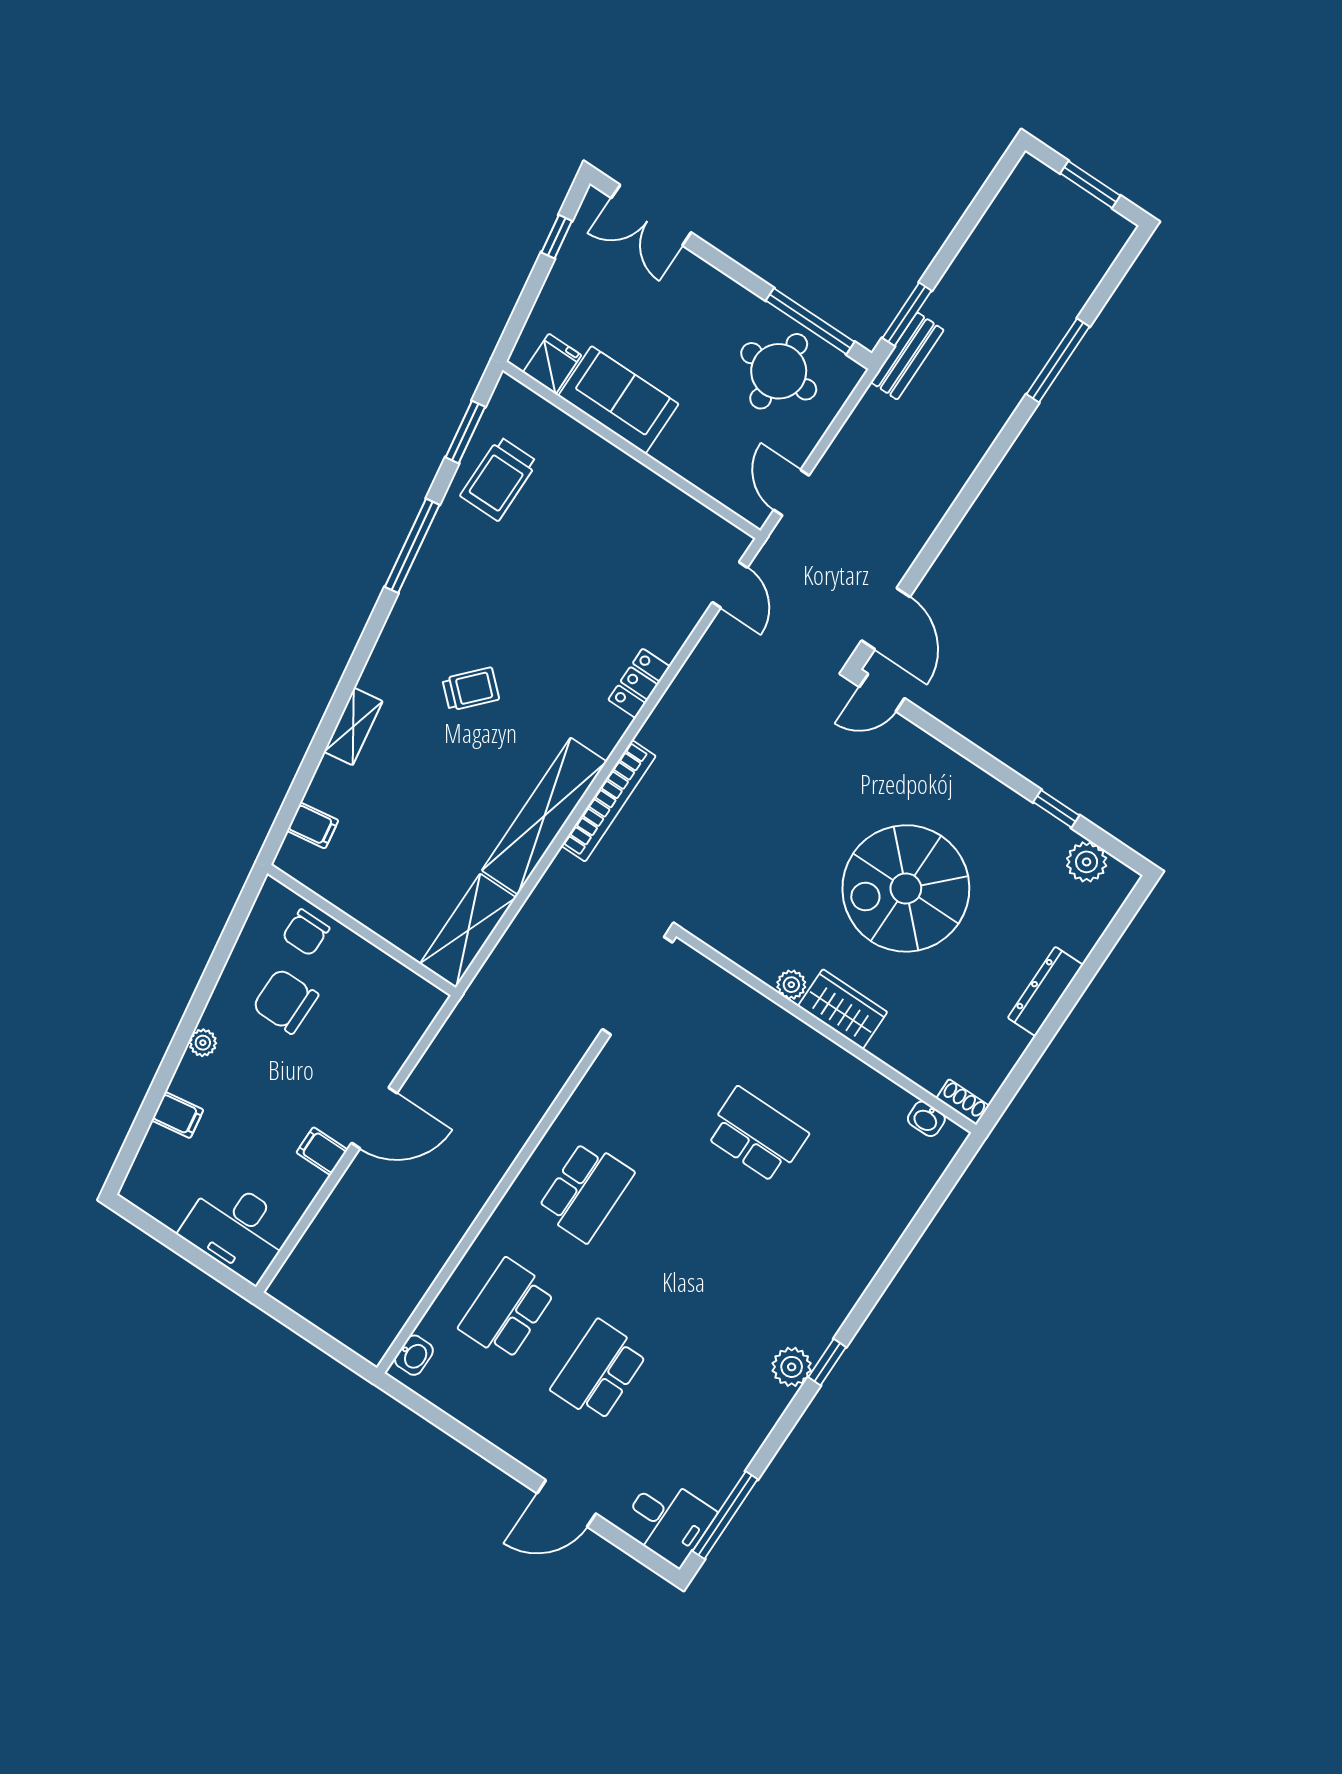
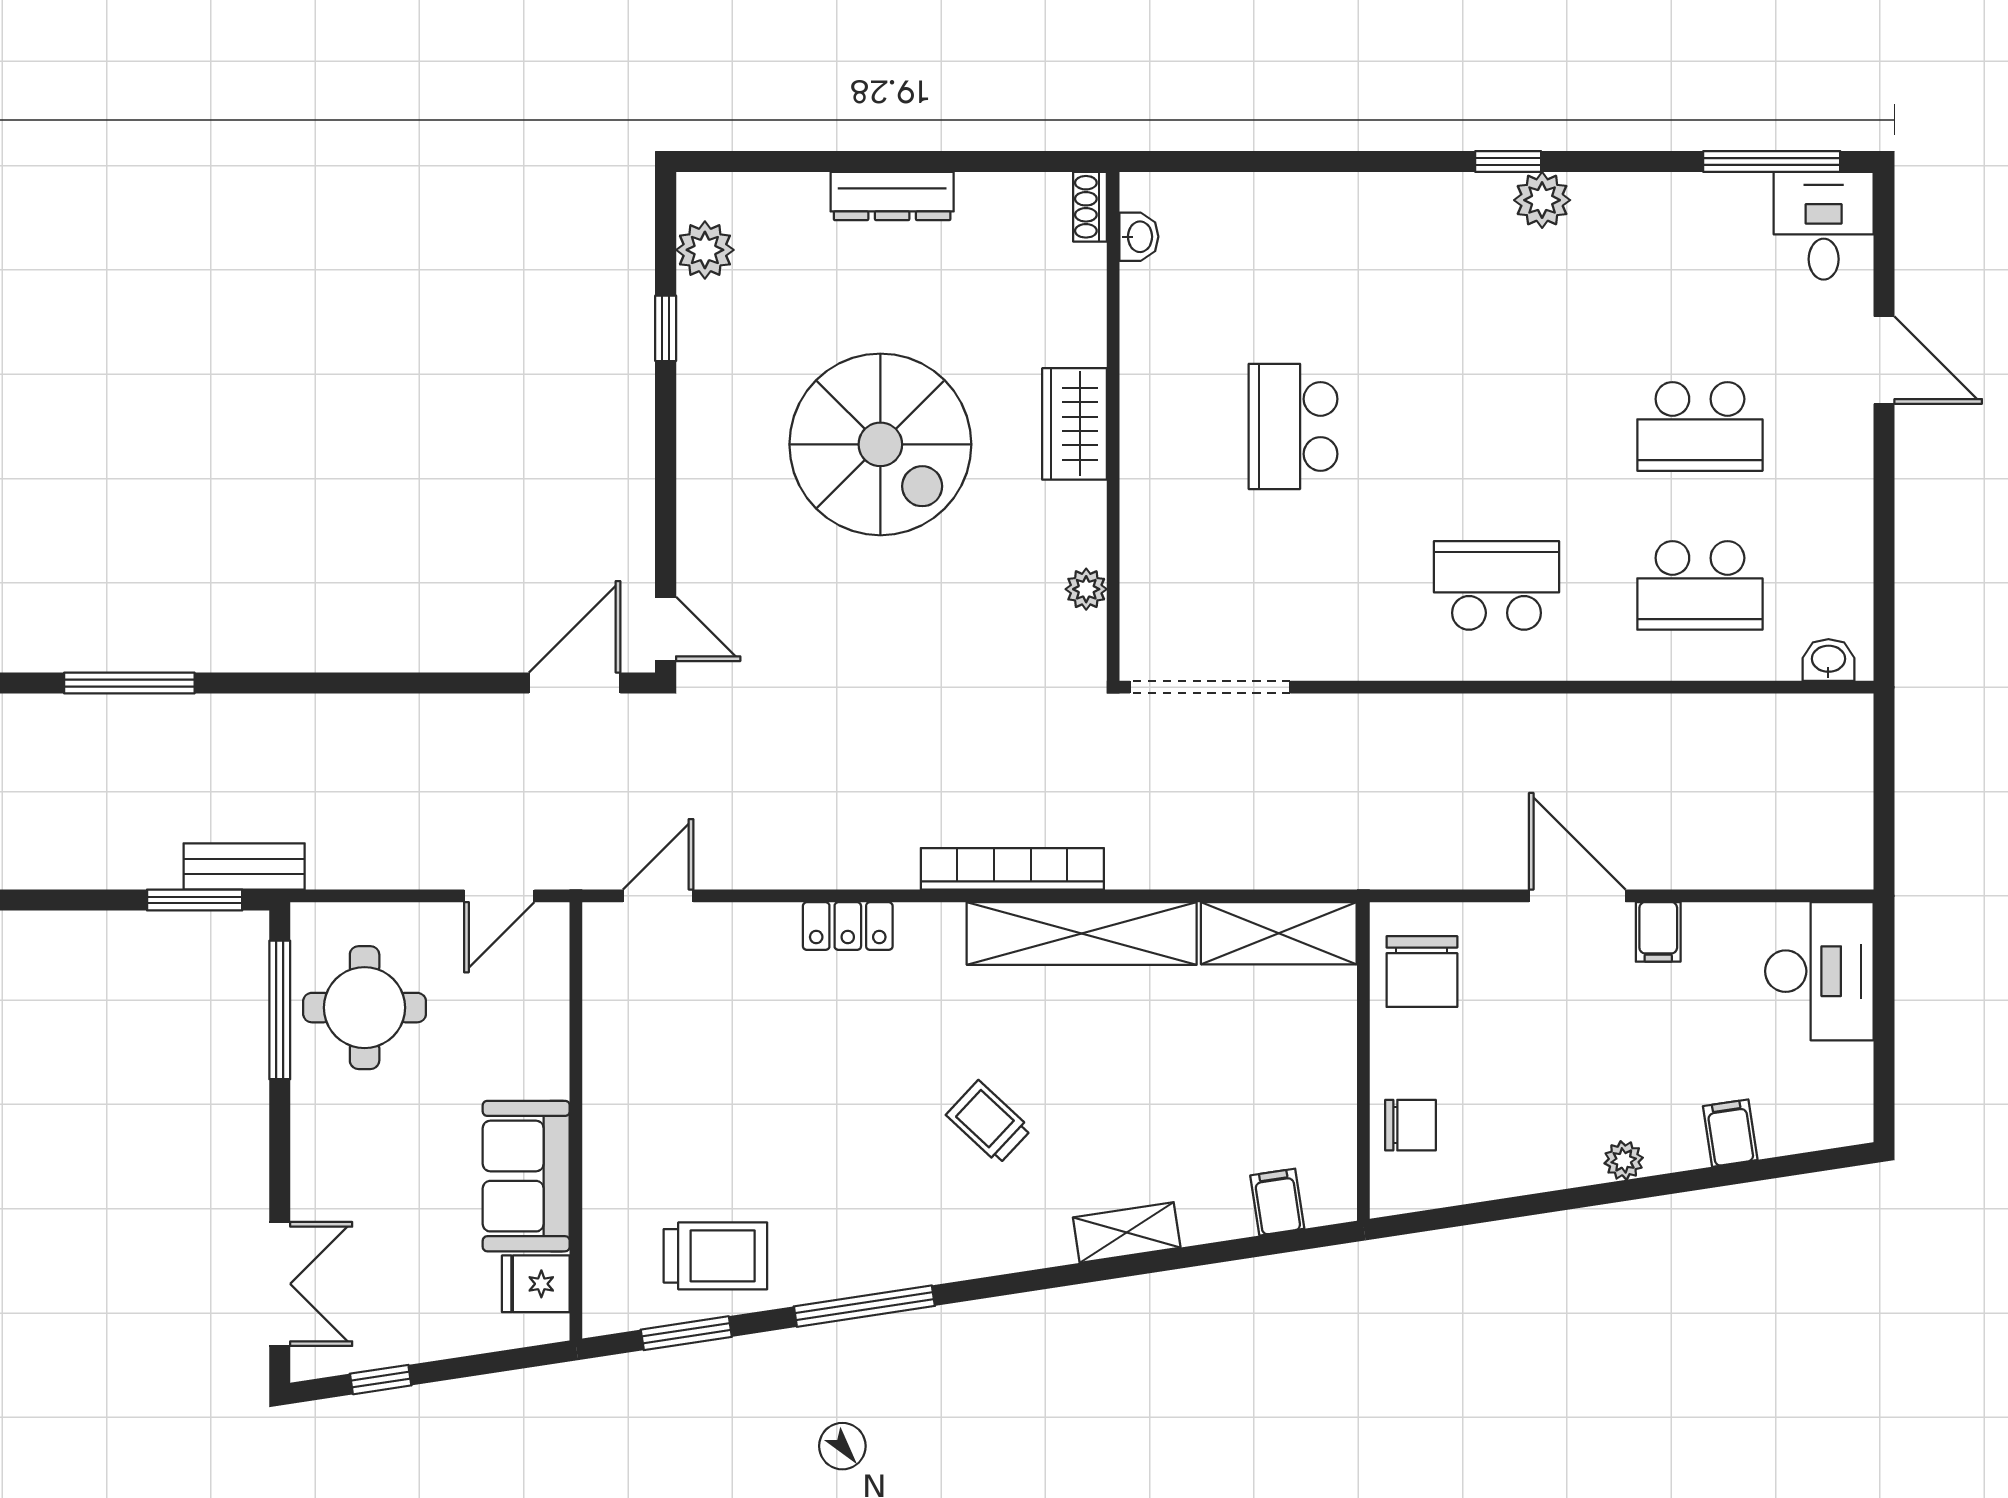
plant: (791, 985) -> (1086, 589), moved
chair: (285, 1001) -> (1422, 972), moved

